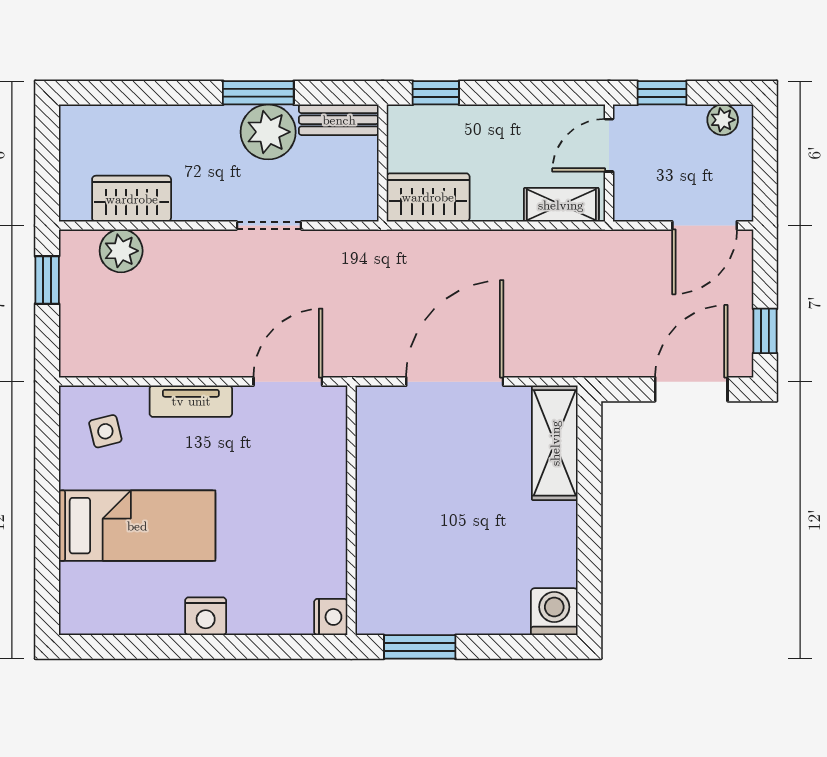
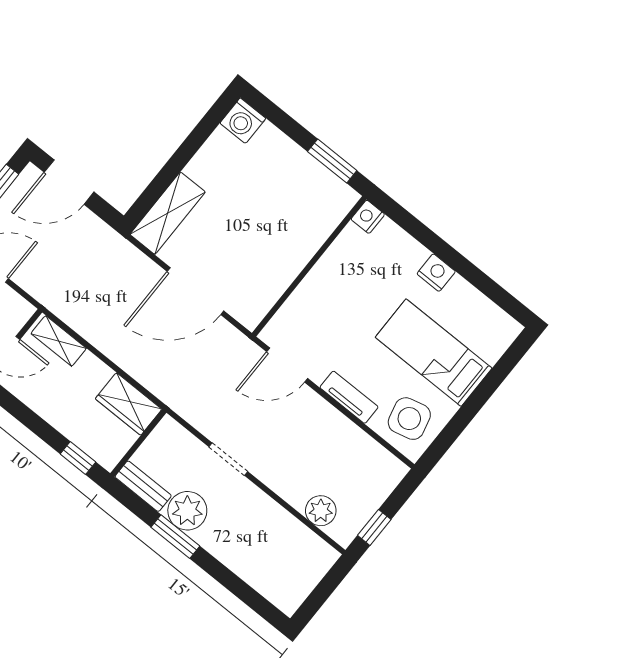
wardrobe: (132, 199) -> (292, 535), removed
side table: (105, 431) -> (409, 419), width x1.87, depth x1.87

